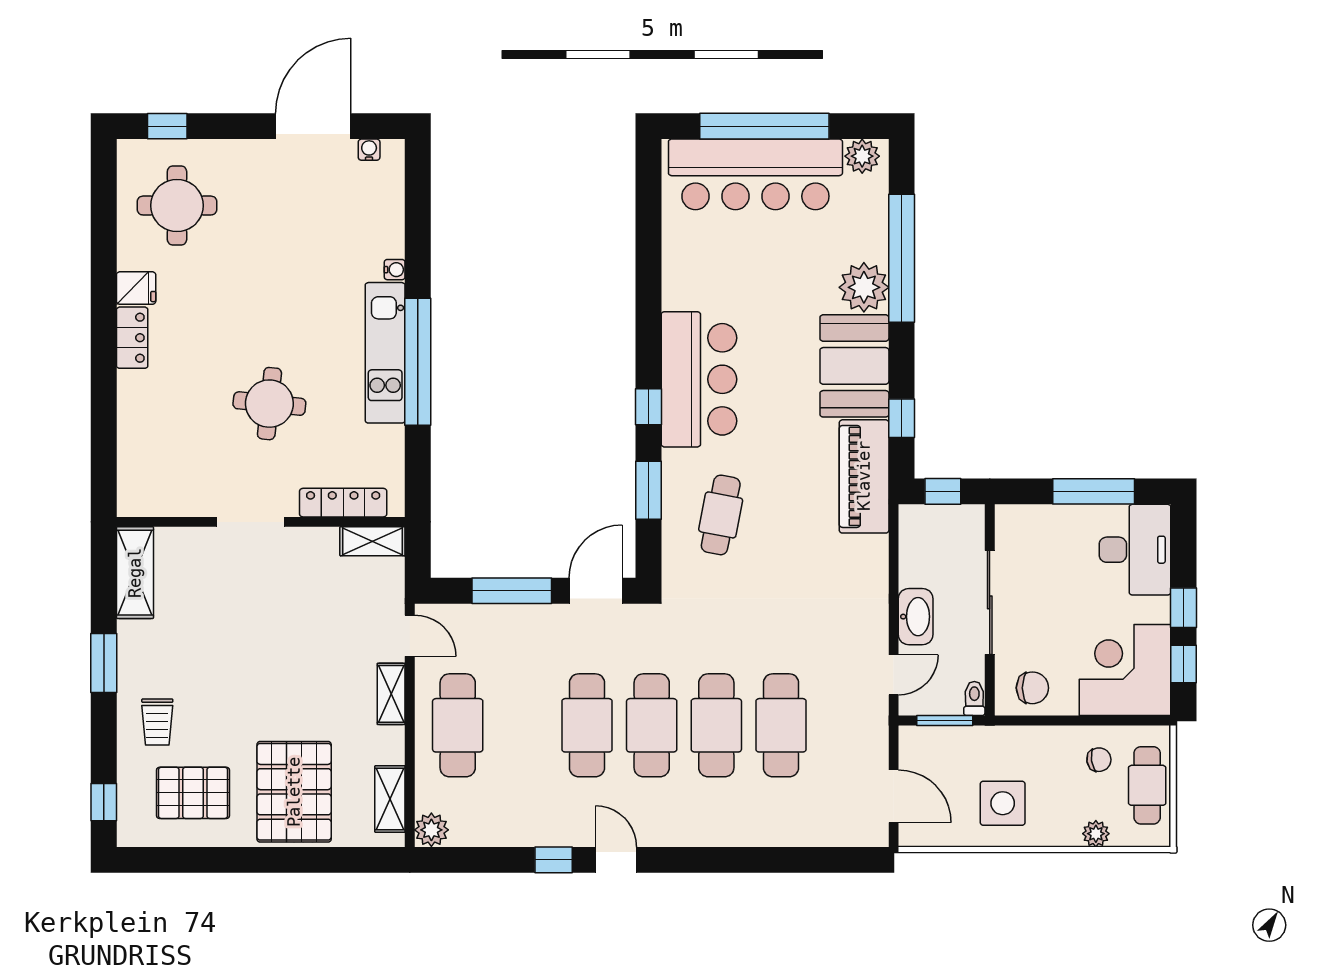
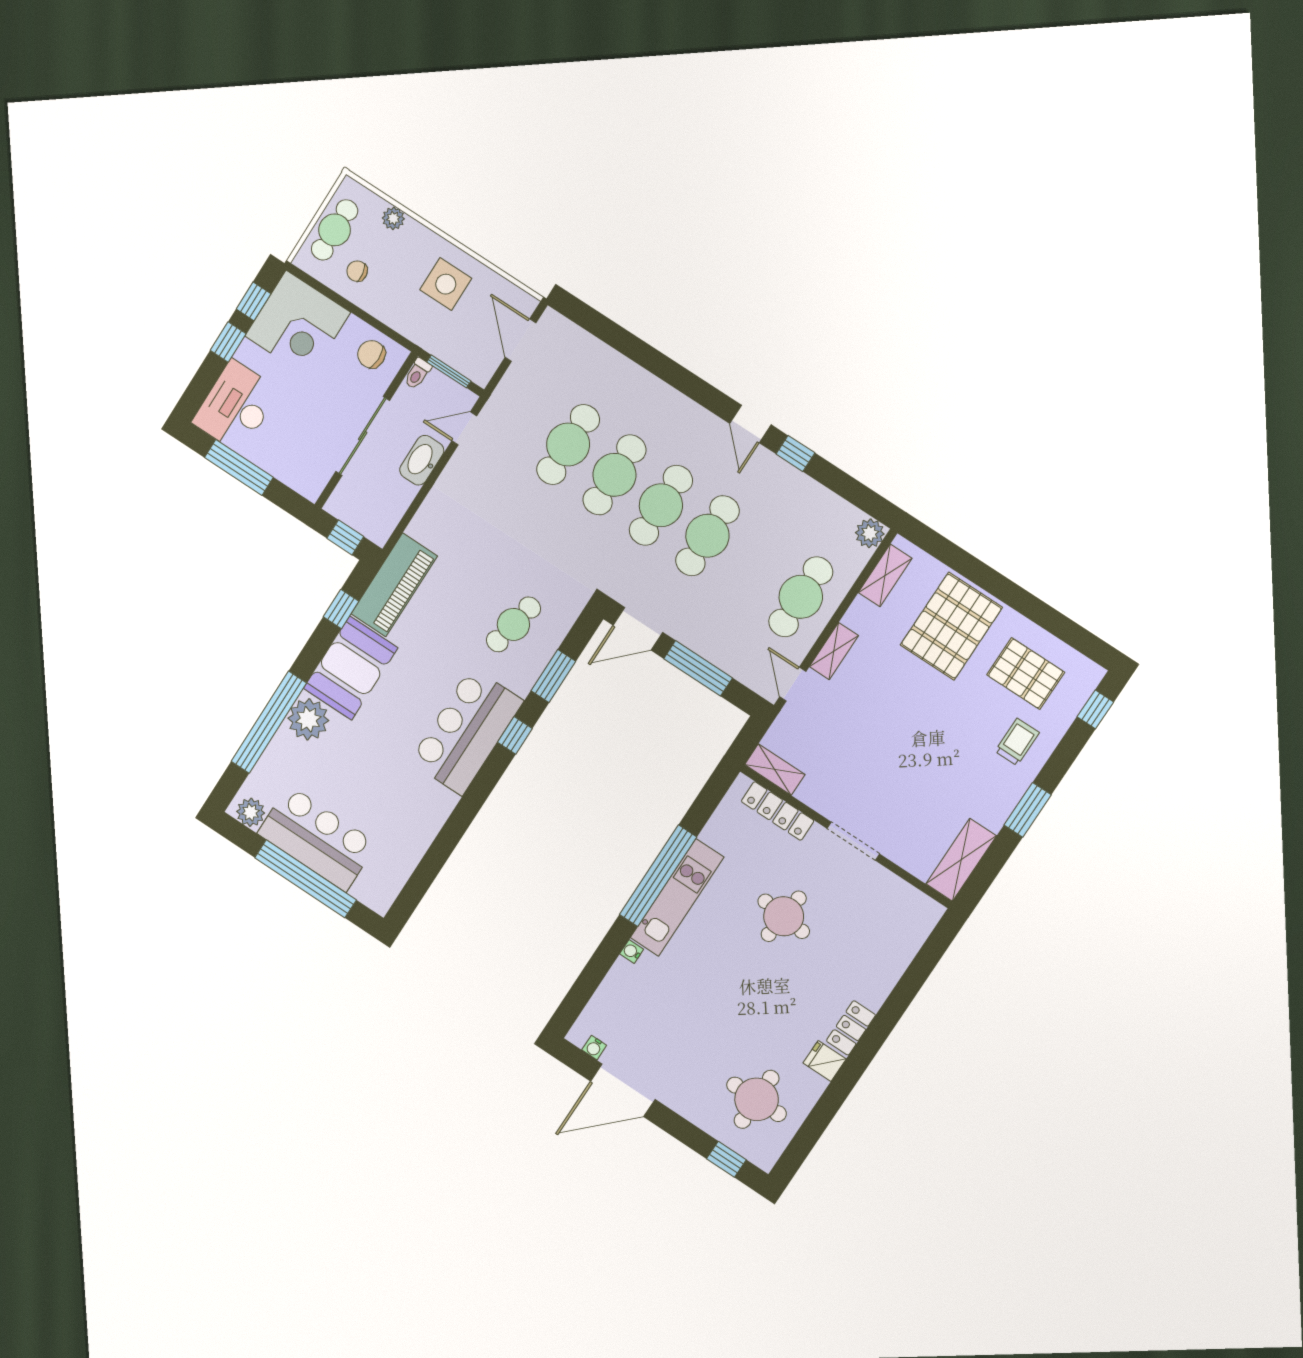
bar counter: (755, 174) -> (317, 838), width x0.73

